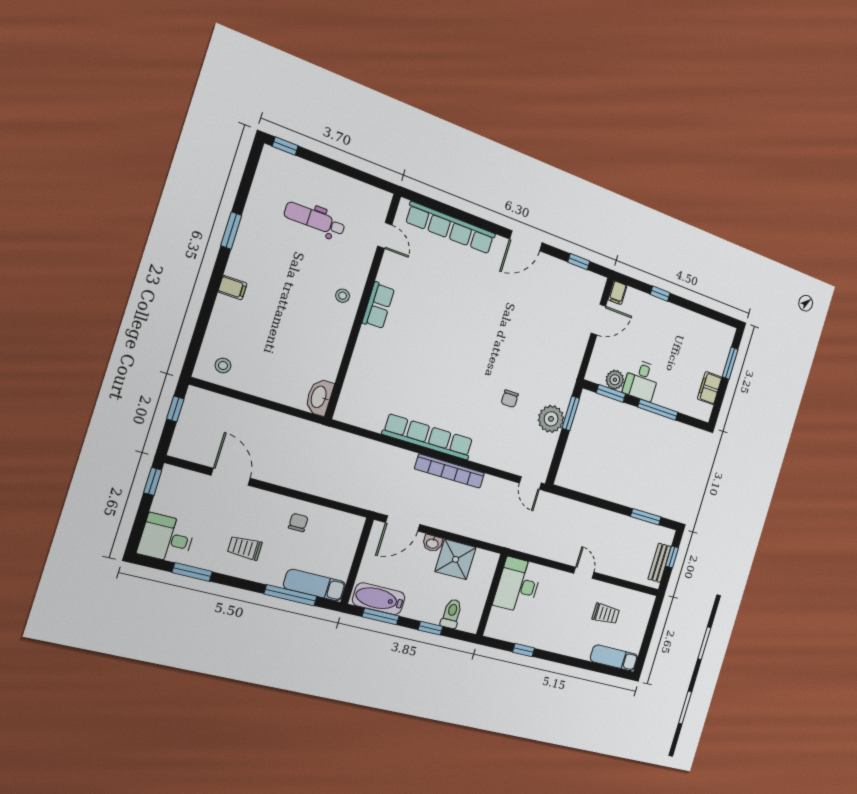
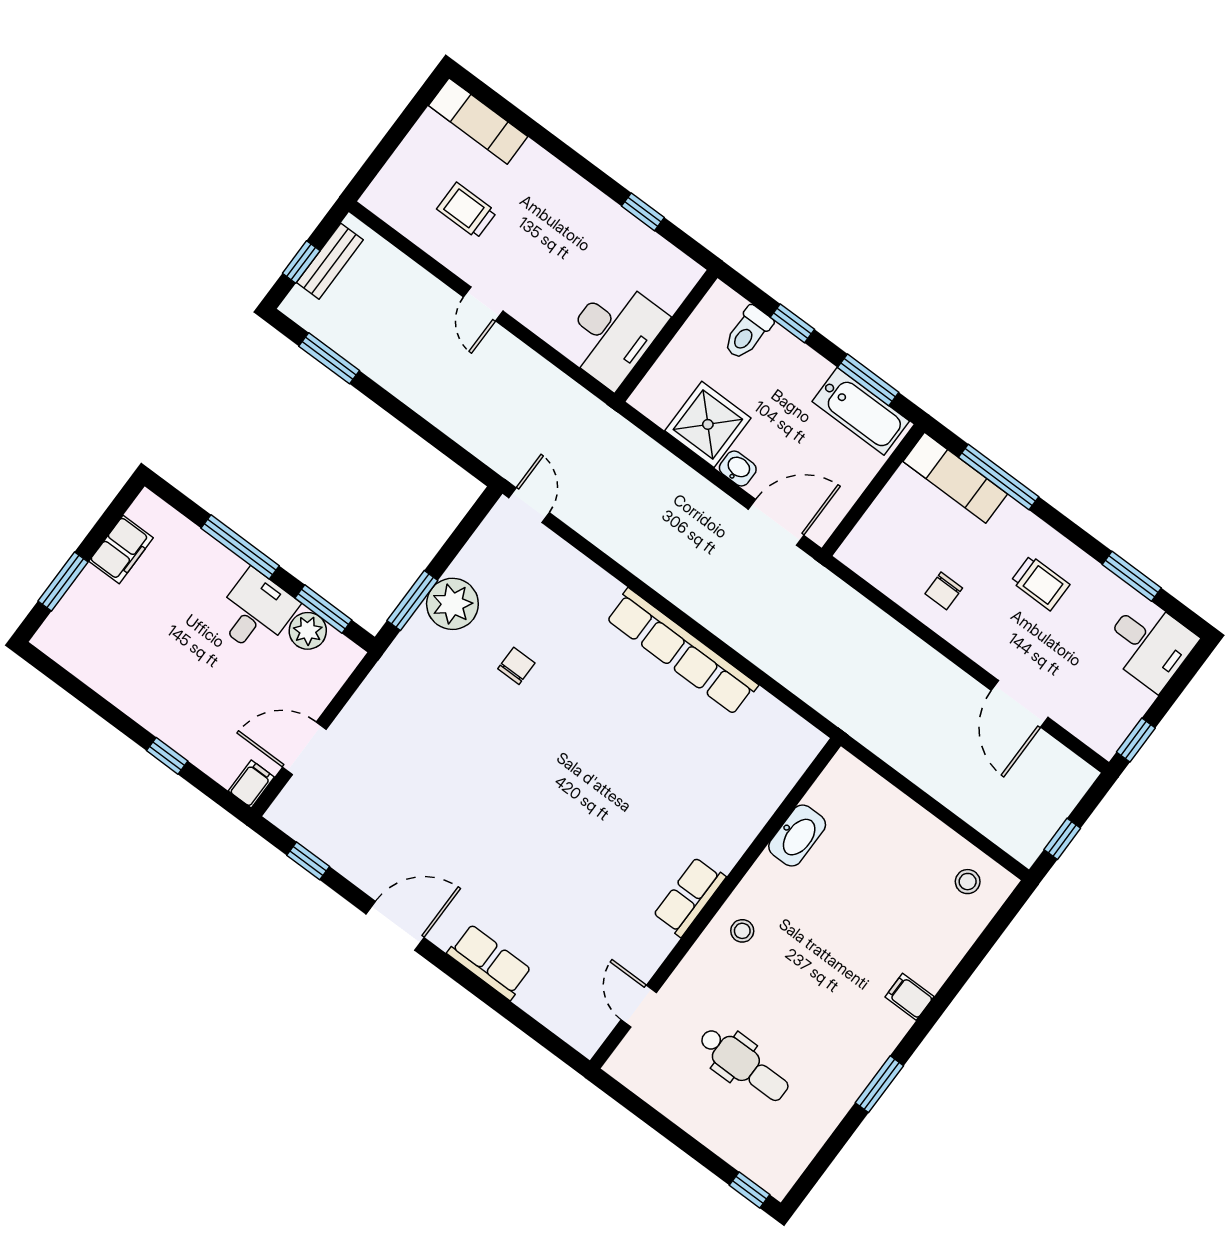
row of seats: (451, 228) -> (490, 962), width x0.50
washbasin: (319, 397) -> (797, 835), moved
bookcase: (450, 471) -> (665, 580), removed

